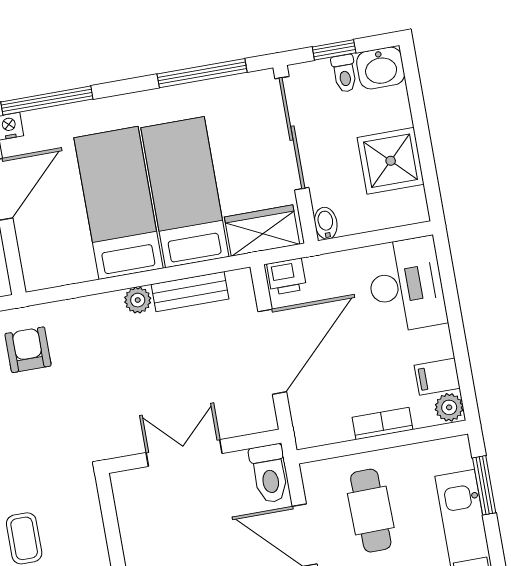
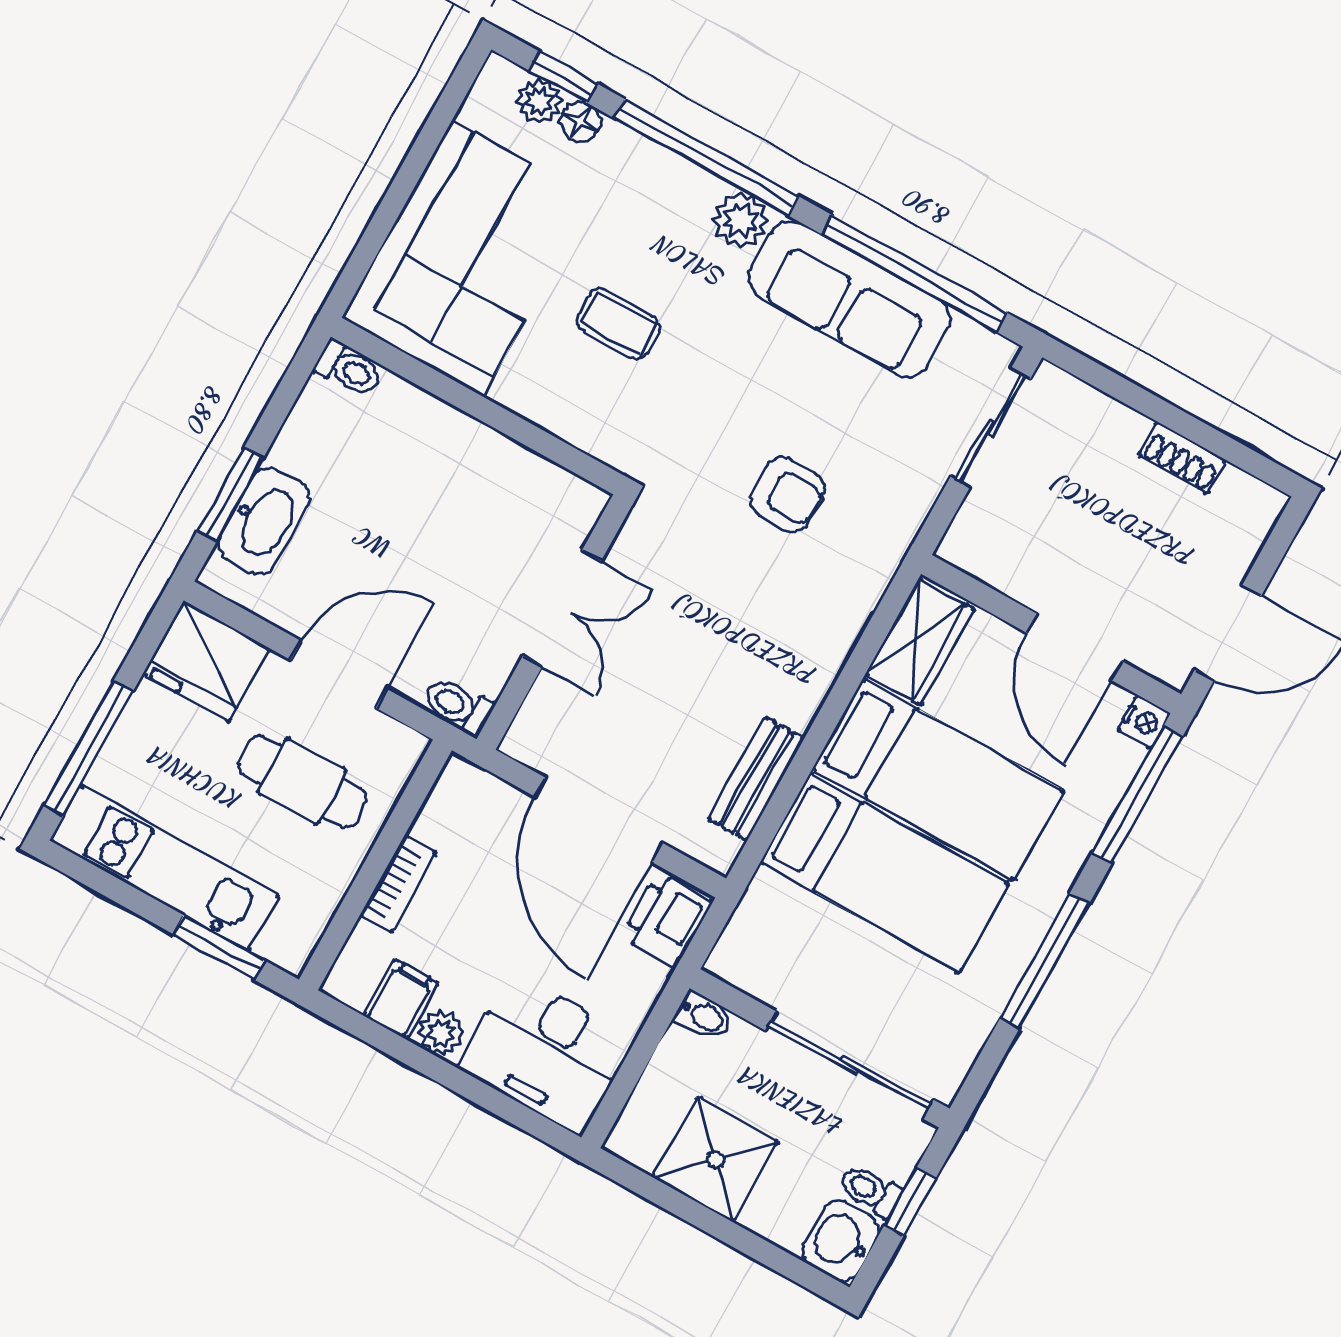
window: (202, 73) -> (1045, 961), moved
wardrobe: (262, 231) -> (920, 642), moved
printer: (287, 277) -> (667, 920), width x1.36, depth x1.24
plant: (138, 300) -> (799, 705), removed
armchair: (28, 350) -> (787, 495), moved
plant: (449, 407) -> (441, 1033), moved
toilet: (269, 474) -> (458, 706), width x0.73, depth x0.72

